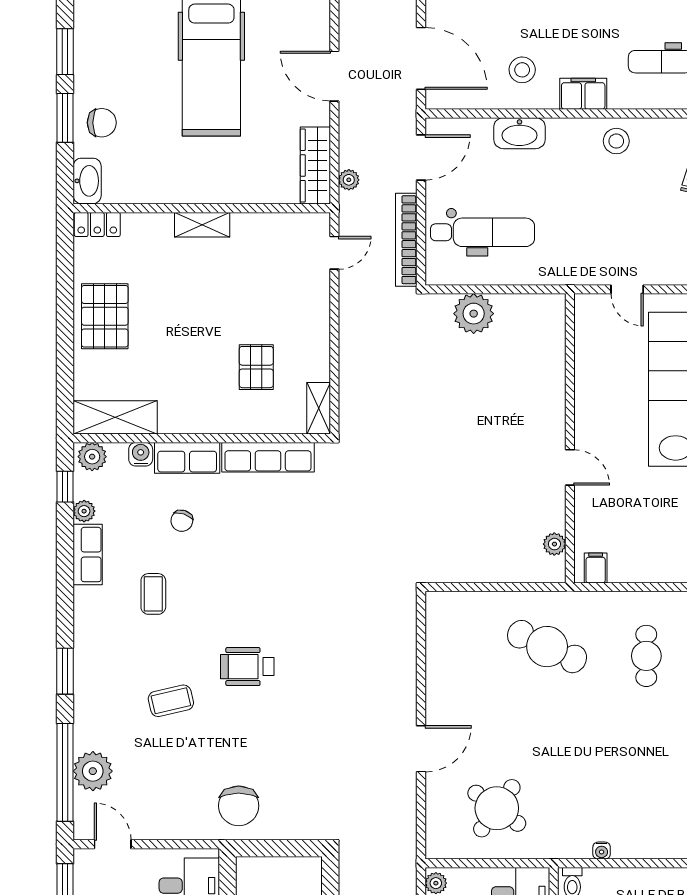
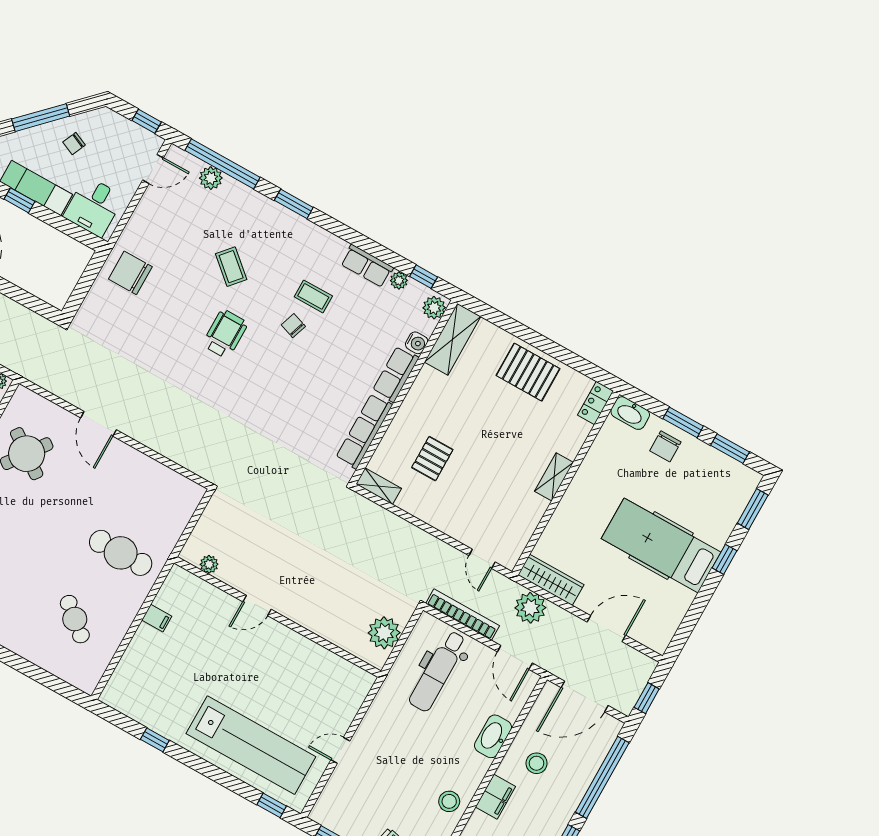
plant: (349, 180) -> (530, 608), width x1.87, depth x1.87
pallet: (256, 367) -> (432, 459), turned 90
wall: (570, 438) -> (278, 617), moved
door: (570, 467) -> (257, 605), moved
chair: (182, 521) -> (293, 326), moved
plant: (554, 544) -> (209, 564), moved
cafe table: (547, 647) -> (121, 553), turned 65
cafe table: (646, 656) -> (75, 619), turned 40
coffee table: (171, 701) -> (231, 267), turned -36
plant: (93, 771) -> (211, 178), width x0.73, depth x0.73

